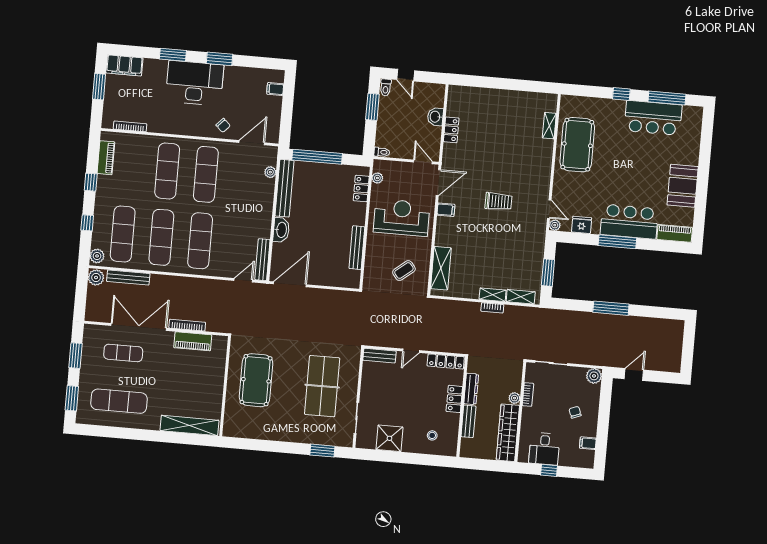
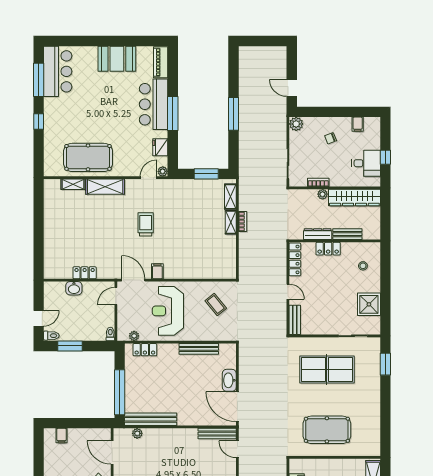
bar counter: (653, 118) -> (58, 71), moved
washbasin: (281, 230) -> (229, 380), moved, turned -90
shelving: (441, 268) -> (105, 187), moved

